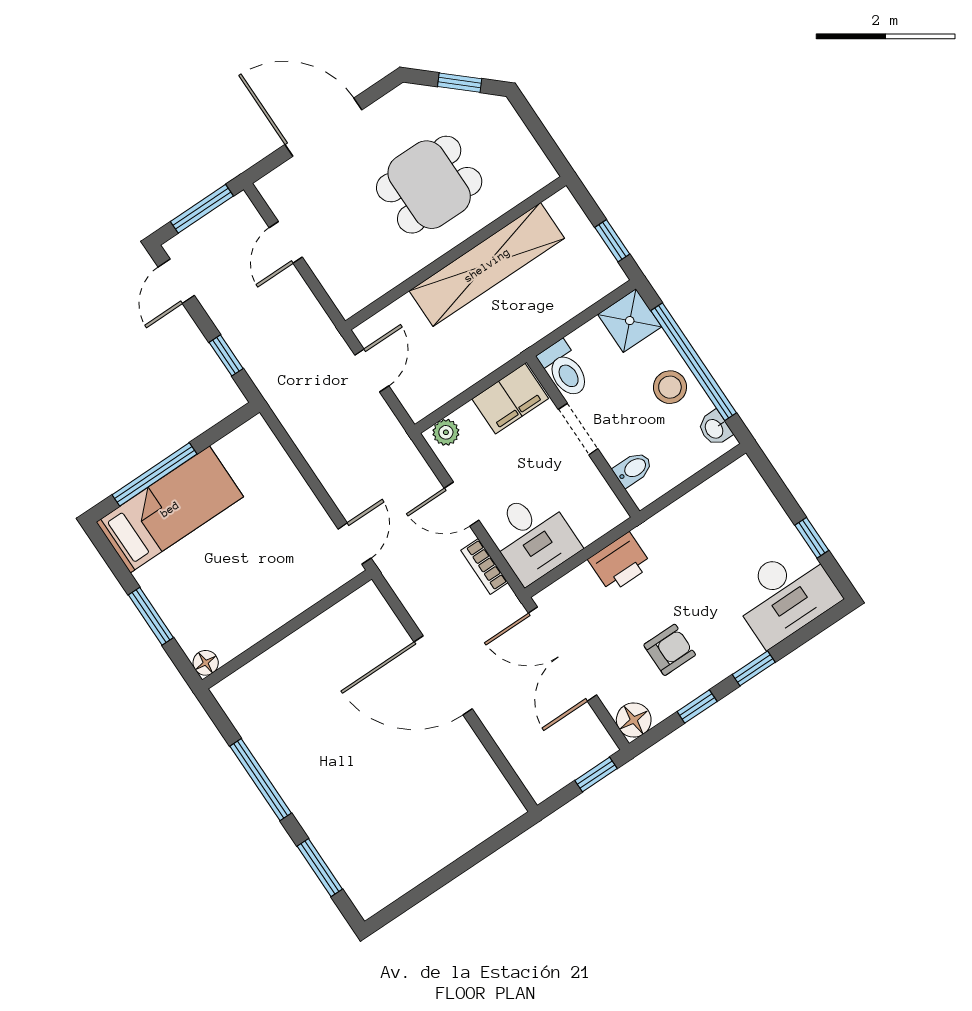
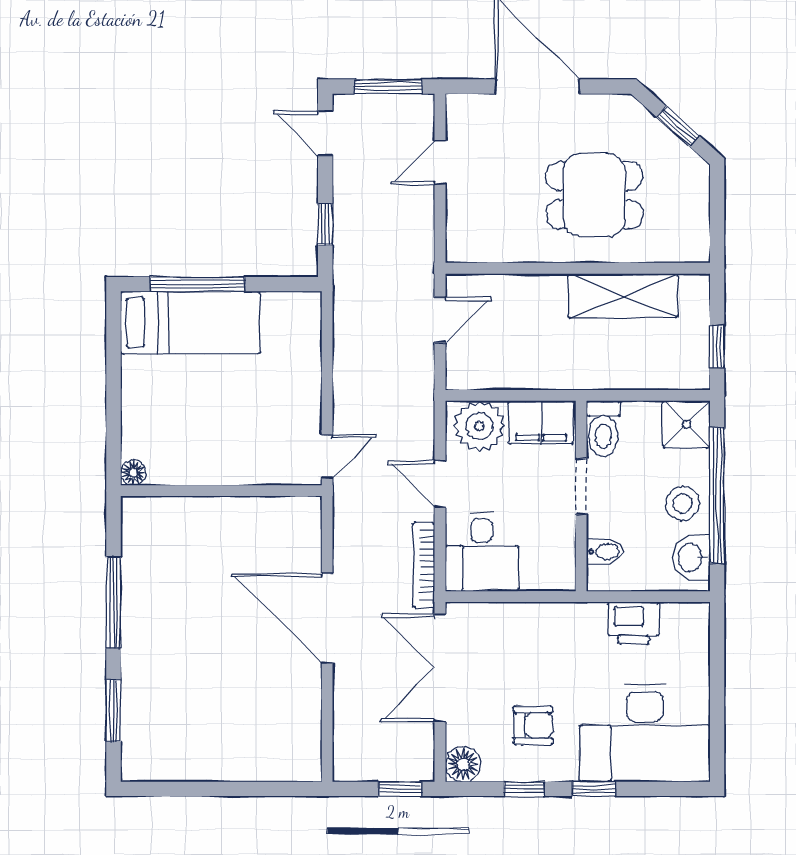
shelving: (487, 265) -> (623, 296), width x0.68
door: (176, 281) -> (325, 133), hinge flipped
washbasin: (715, 428) -> (691, 558), width x1.38, depth x1.45
plant: (446, 432) -> (479, 426), width x1.88, depth x1.88
window: (812, 538) -> (717, 711), removed
printer: (620, 562) -> (633, 623), moved
bookcase: (484, 566) -> (424, 565), width x1.56
desk: (785, 595) -> (645, 733), width x1.36, depth x1.30
window: (151, 616) -> (114, 402), removed

